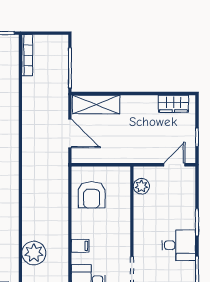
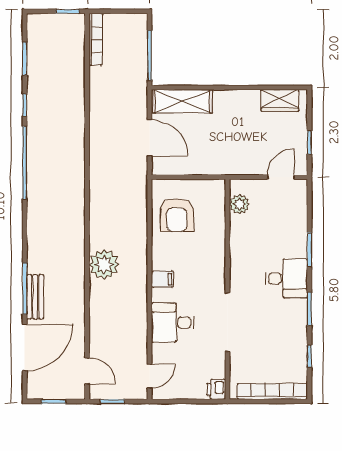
plant: (34, 253) -> (104, 264), moved

